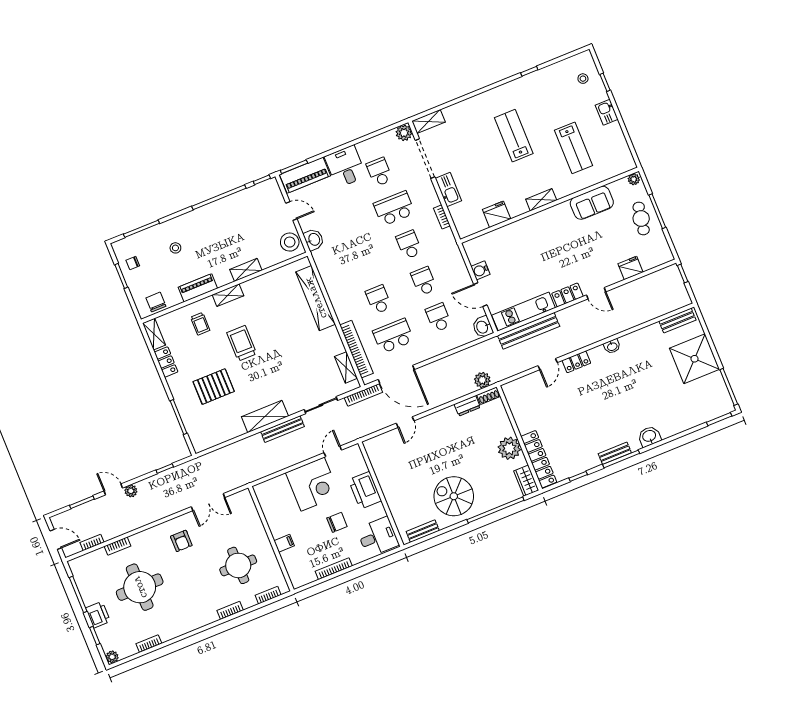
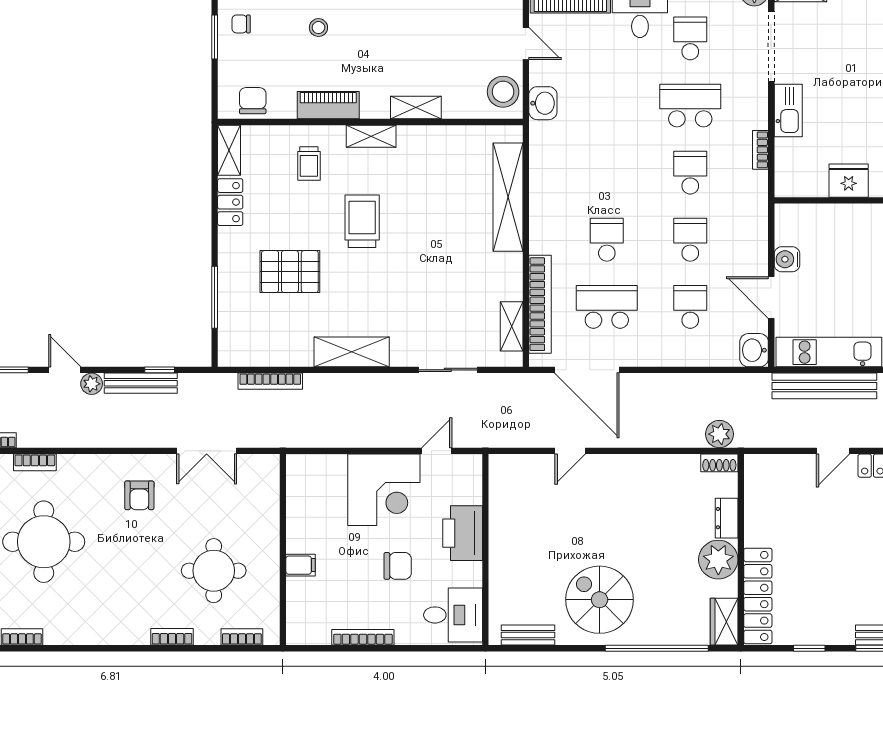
bookcase: (363, 395) -> (270, 381), moved
dresser: (467, 406) -> (727, 518), moved, turned 90
bench: (282, 429) -> (141, 383), moved

